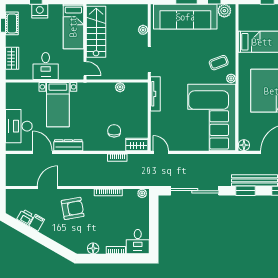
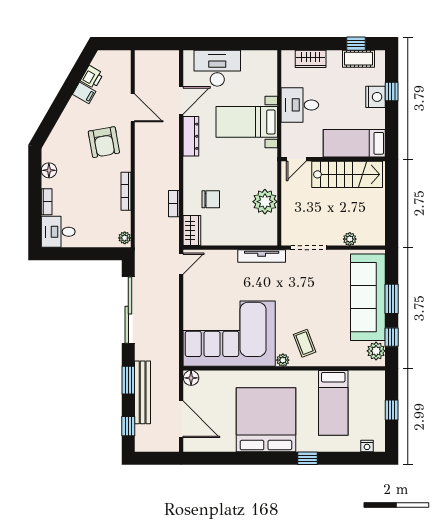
plant: (120, 87) -> (265, 202), width x1.87, depth x1.87

